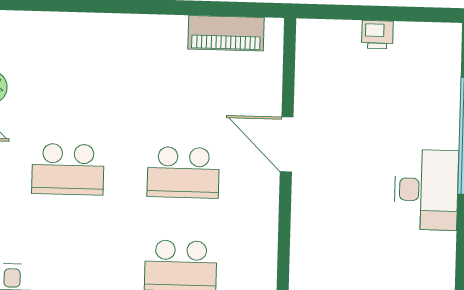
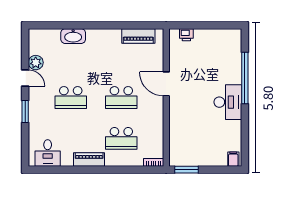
washbasin: (77, 29) -> (73, 36), added
printer: (377, 35) -> (186, 35), moved

